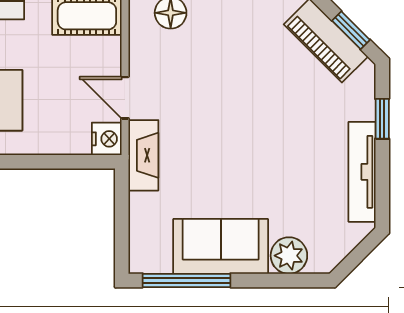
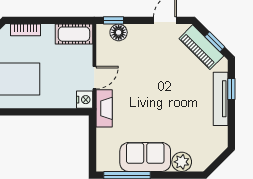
door: (125, 98) -> (94, 78), swing flipped
tv unit: (362, 172) -> (221, 99), moved

